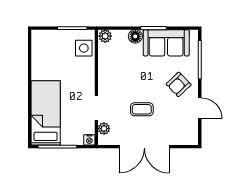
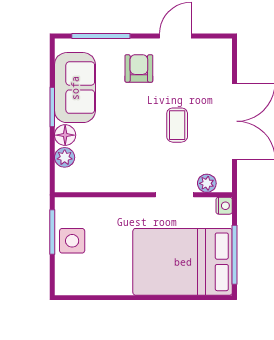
plant: (105, 36) -> (65, 157), moved
side table: (84, 48) -> (72, 241), moved
armchair: (179, 84) -> (139, 68), turned -136
bed: (46, 113) -> (183, 262), width x1.50

